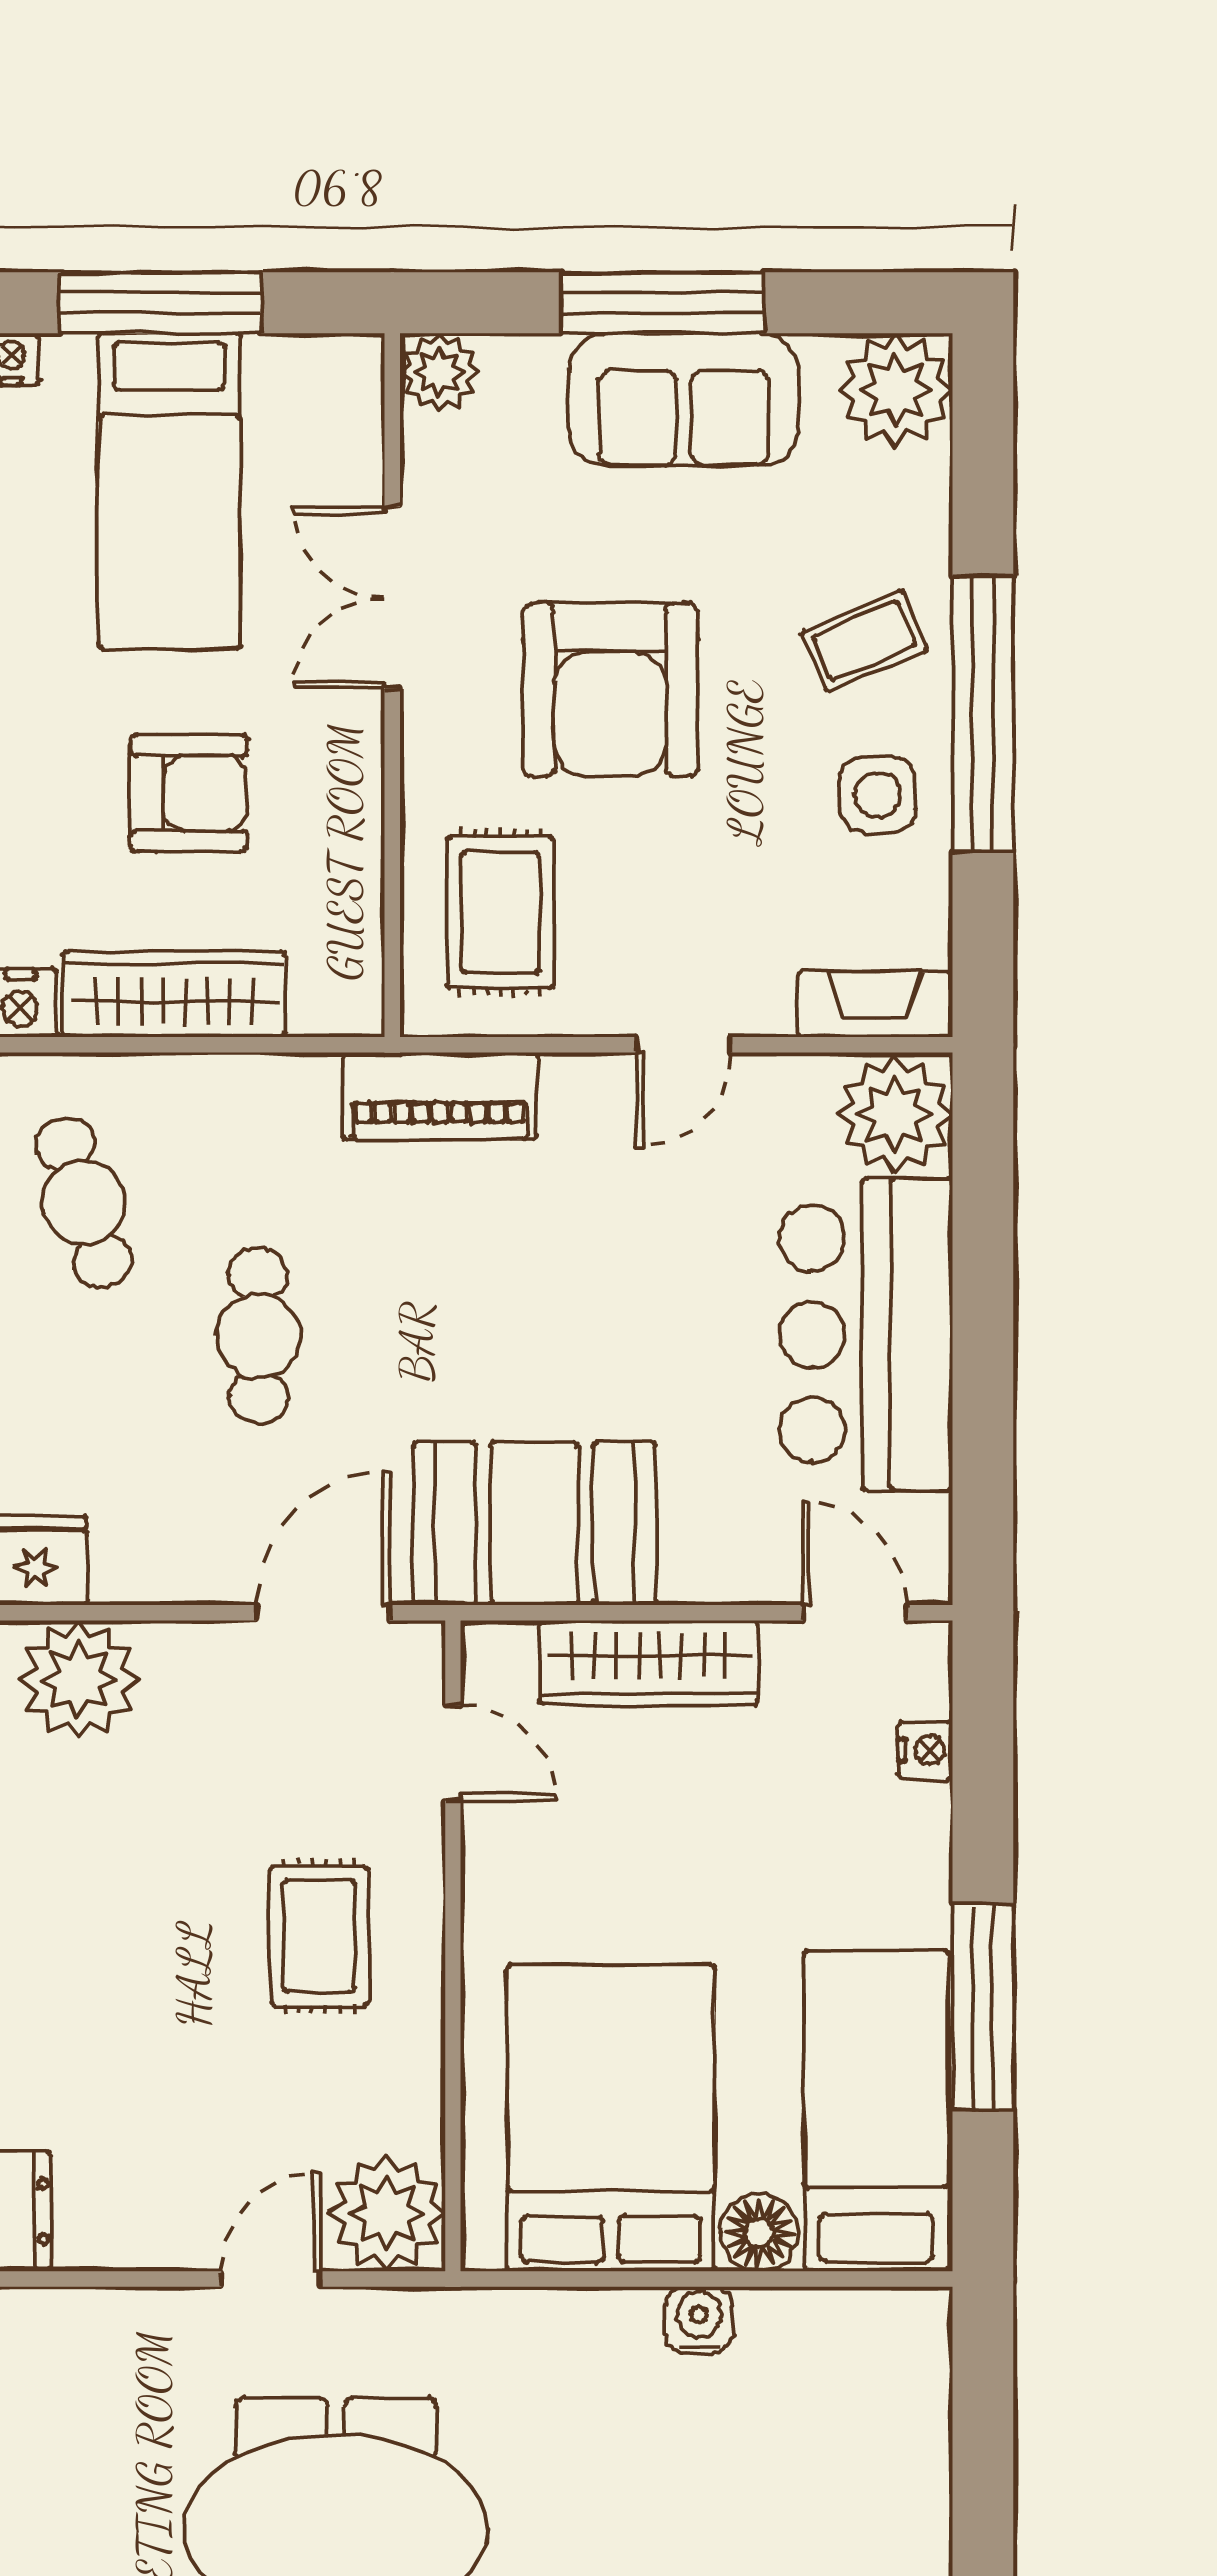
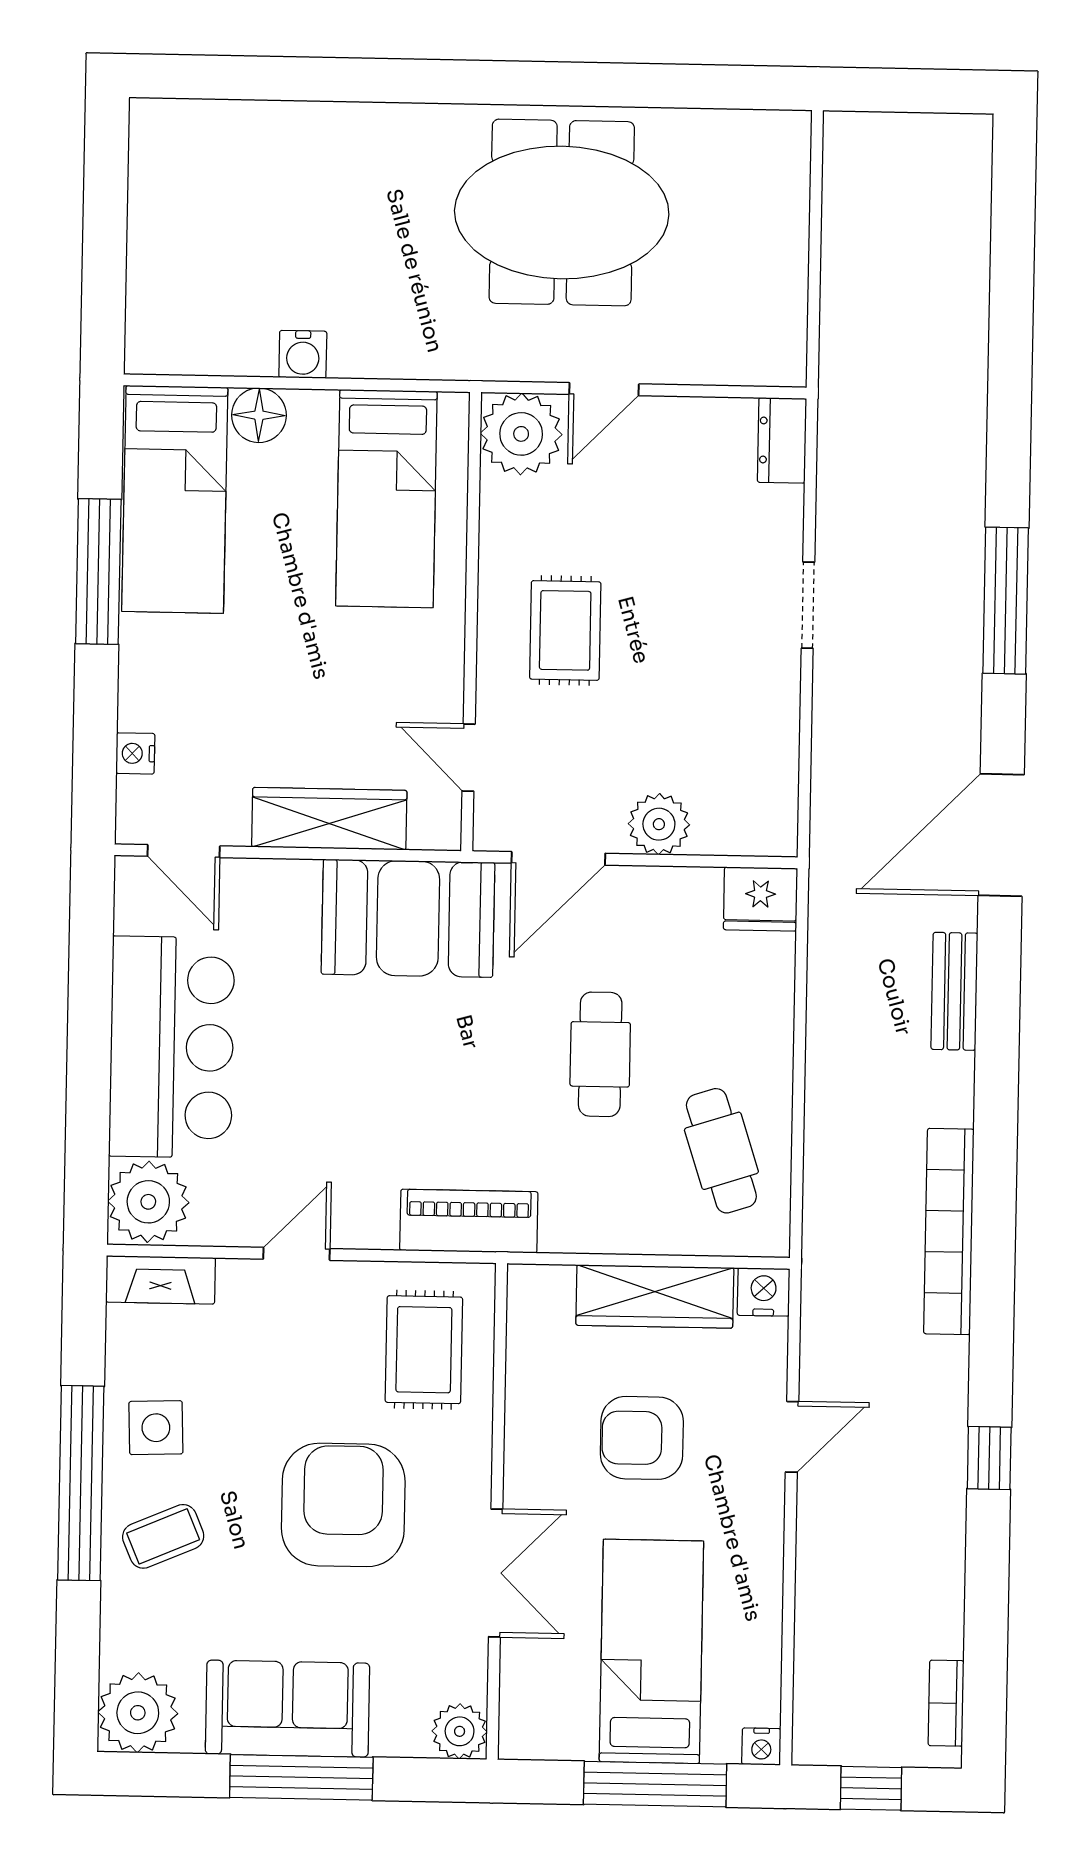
plant: (79, 1680) -> (659, 824), moved, width x0.73, depth x0.73
bed: (611, 2118) -> (386, 499), width x0.67

